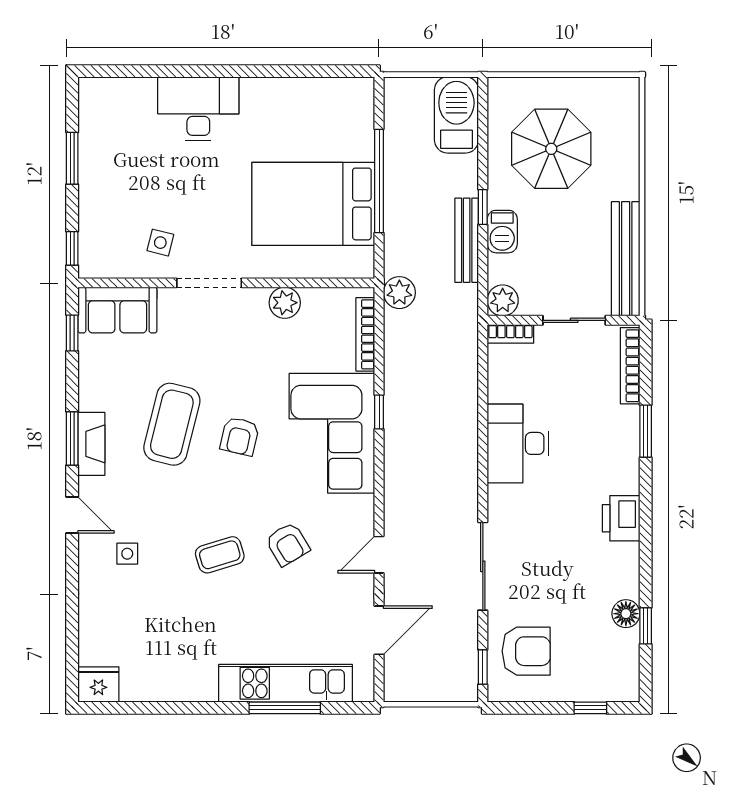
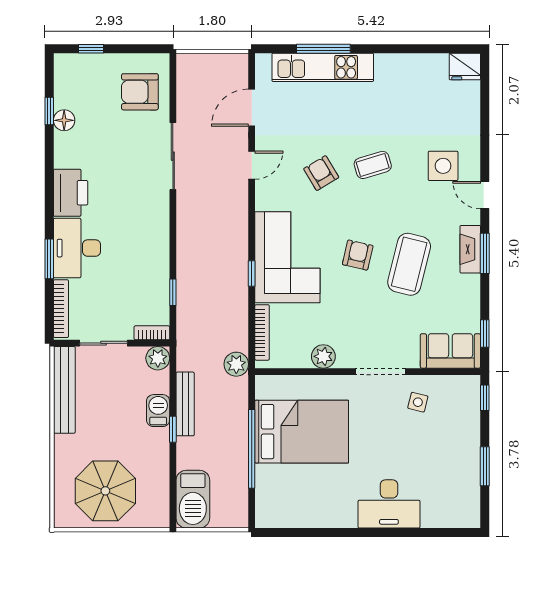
parasol: (551, 149) -> (105, 491), moved
desk: (518, 443) -> (77, 248), moved, turned 180
printer: (621, 518) -> (71, 193), width x1.37, depth x1.19
side table: (127, 554) -> (443, 166), width x1.87, depth x1.87
window: (483, 667) -> (173, 292), moved

